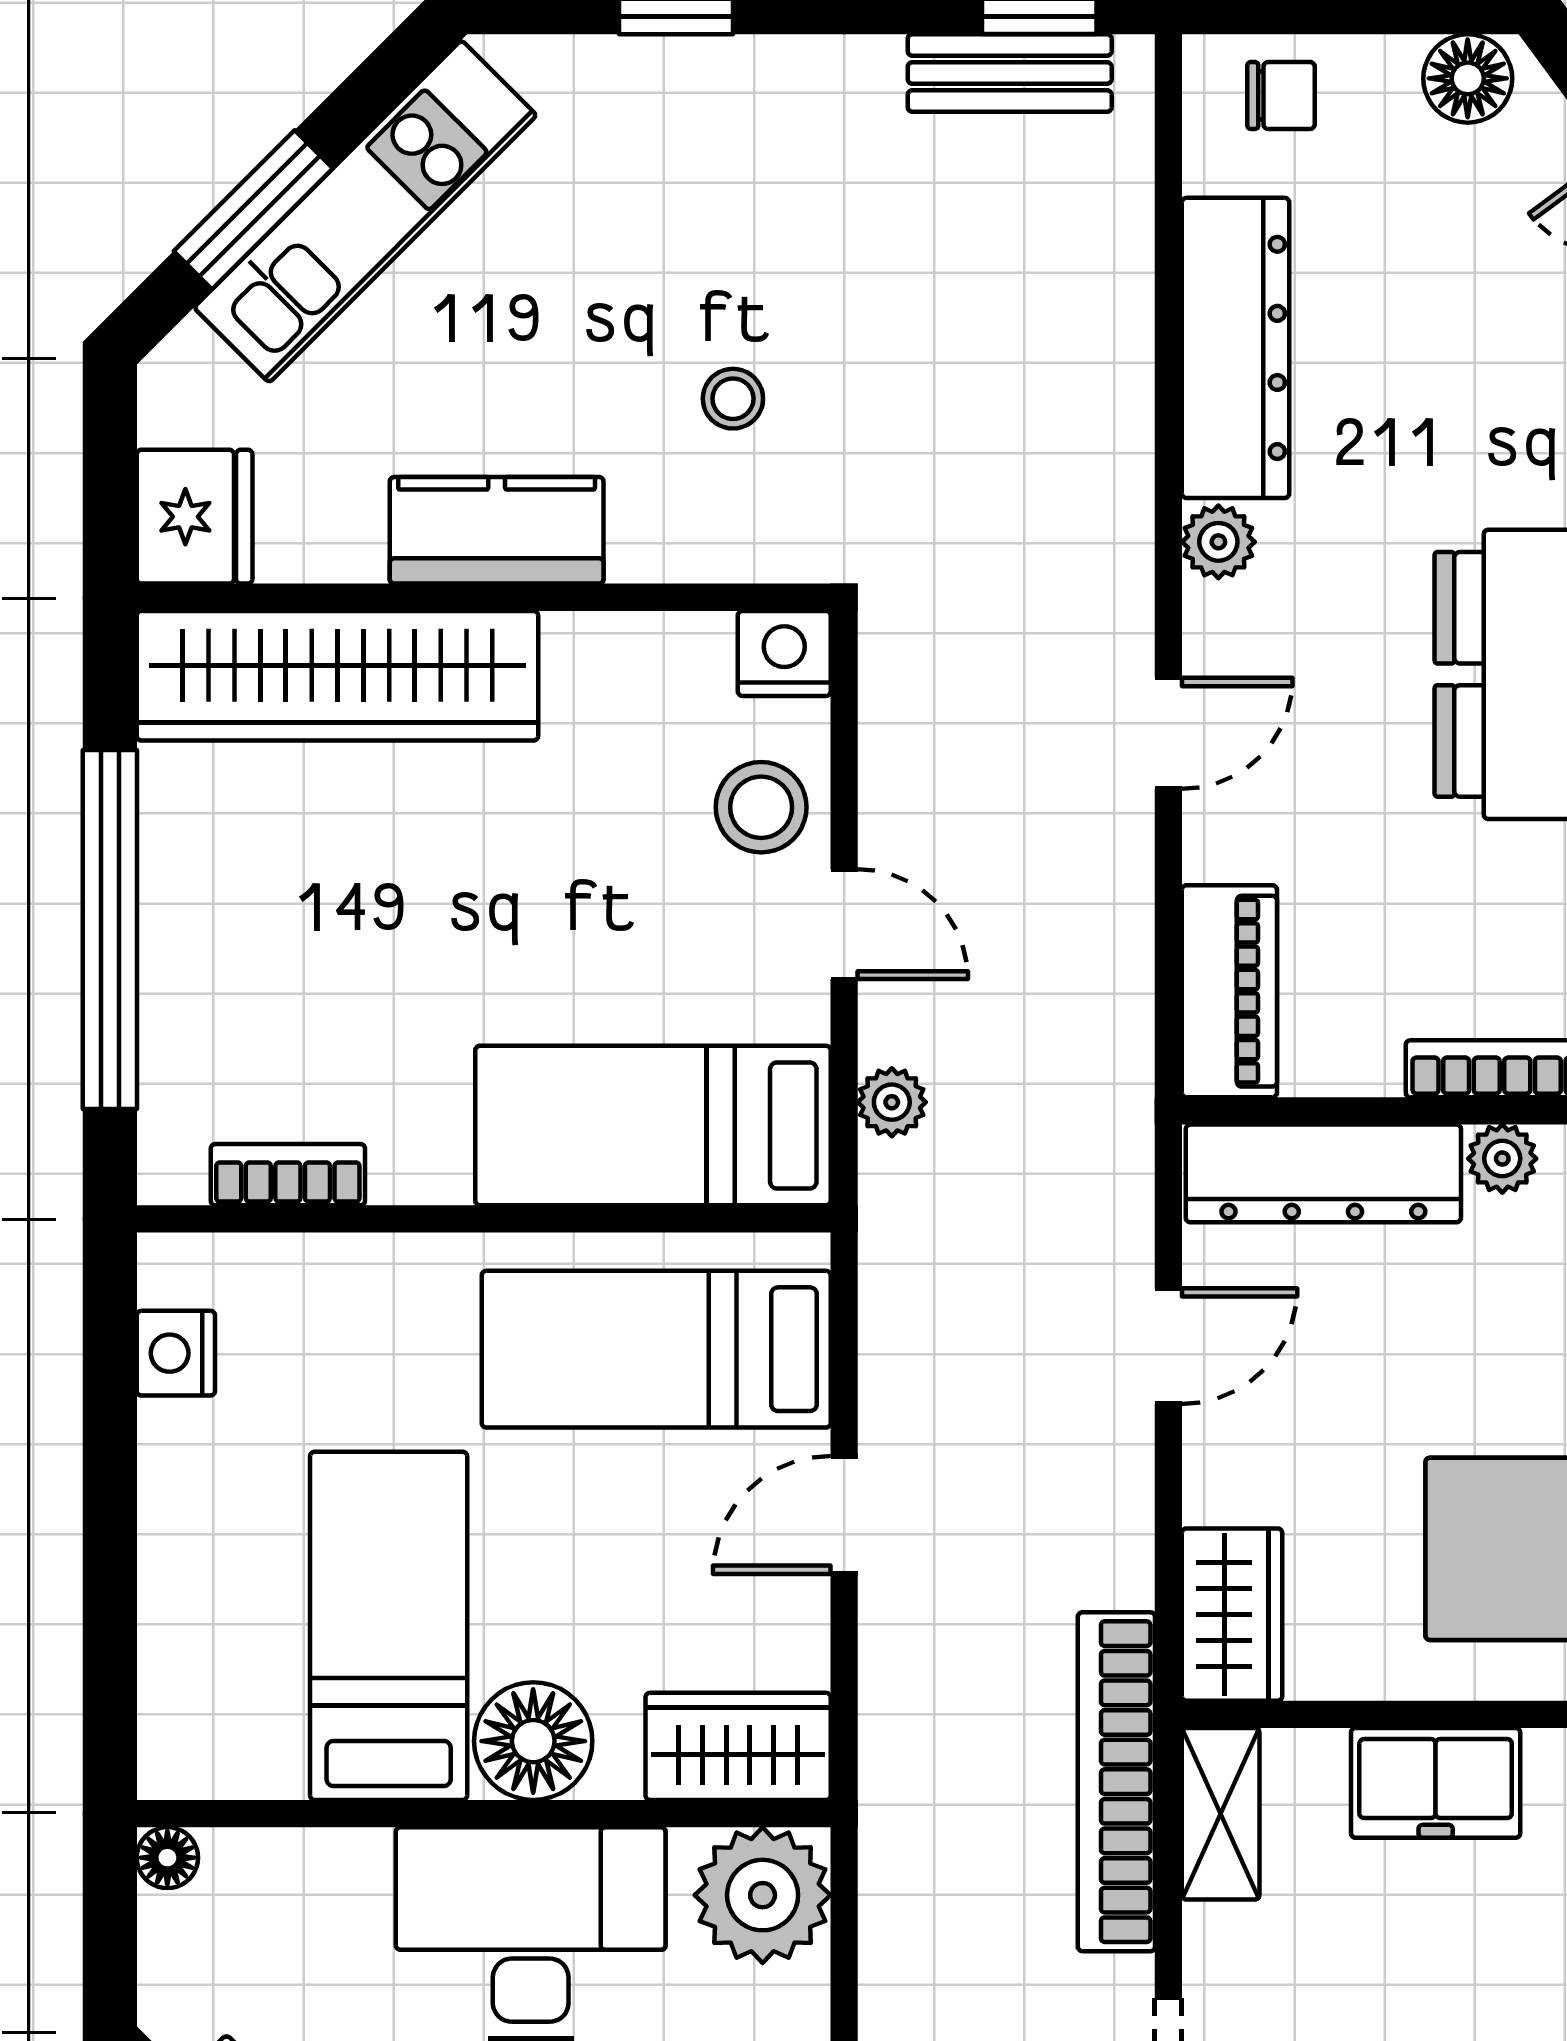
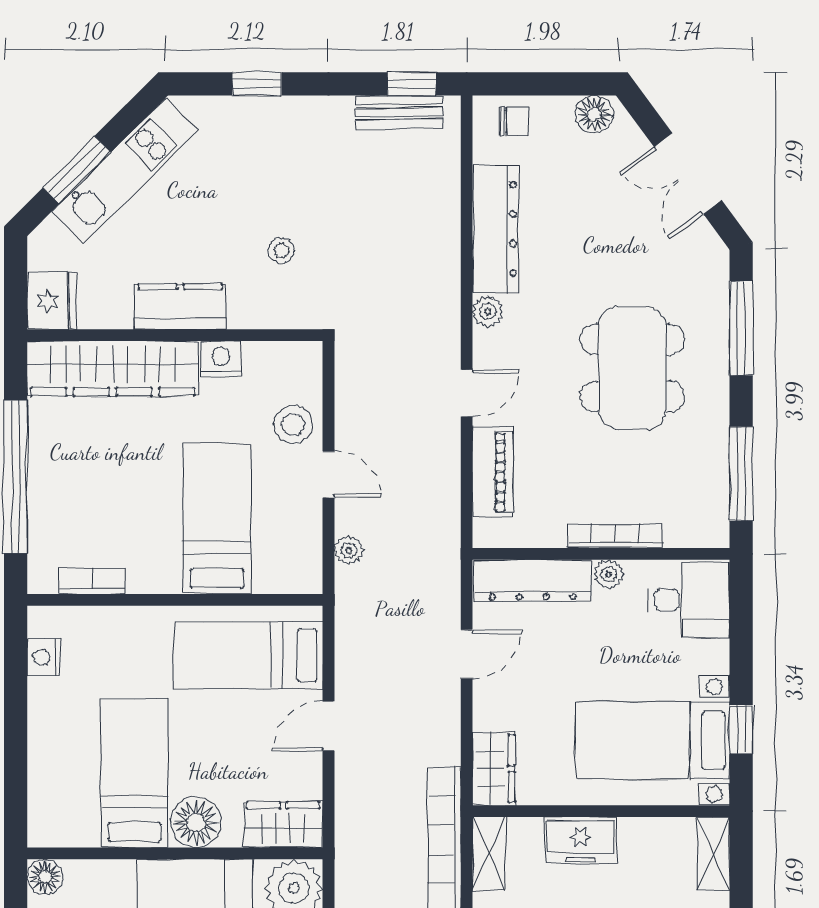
nightstand: (784, 653) -> (221, 359), moved
piano: (1229, 991) -> (493, 472), moved
bed: (653, 1125) -> (217, 519), moved, turned 90
floor lamp: (167, 1858) -> (45, 877), width x1.37, depth x1.37

